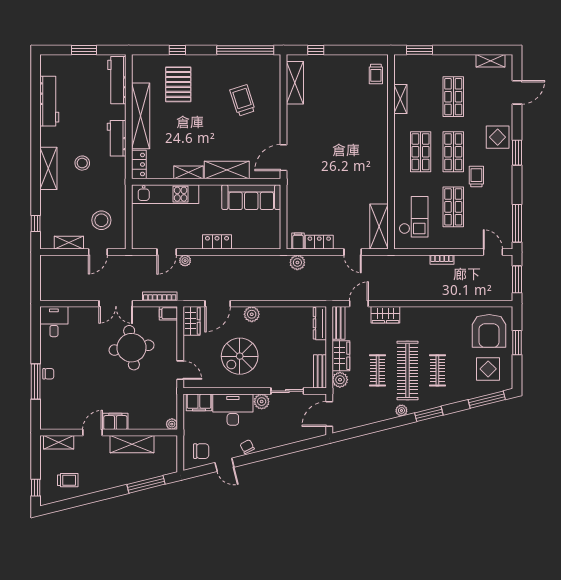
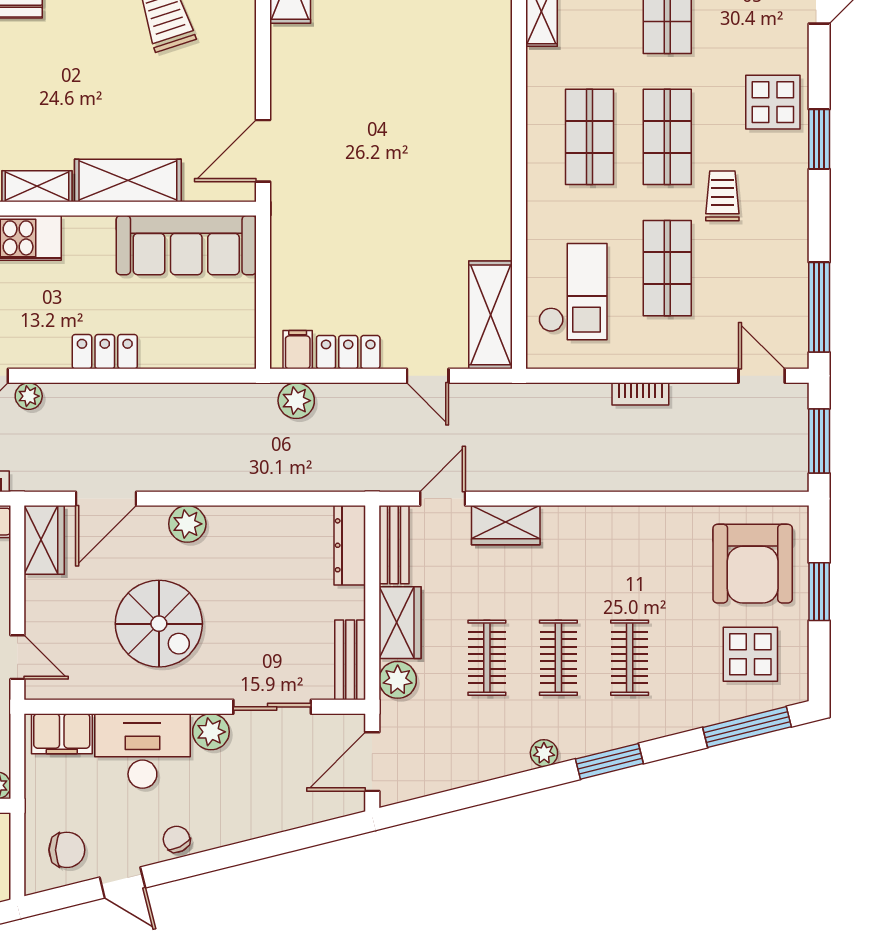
spiral stairs: (240, 356) -> (159, 624), turned -90
clothes rail: (407, 370) -> (558, 658), width x0.54, depth x0.76

